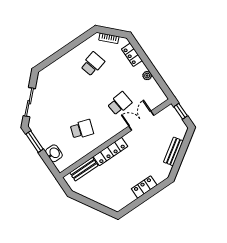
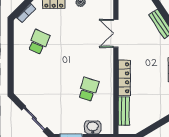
school desk: (93, 64) -> (39, 42), turned 39
school desk: (120, 103) -> (88, 42), removed

